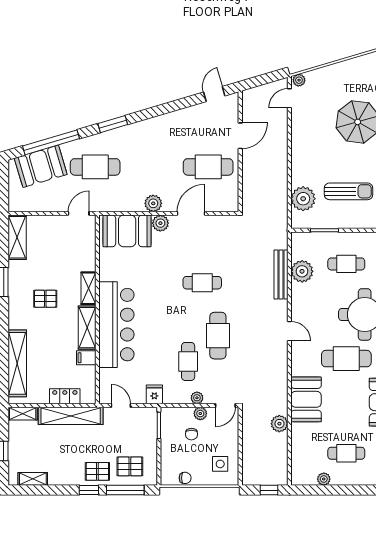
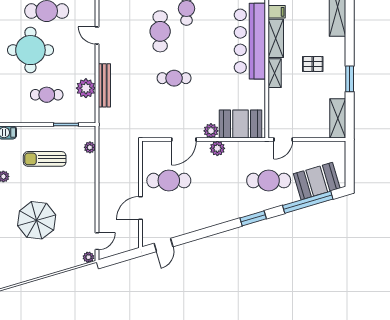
plant: (303, 199) -> (90, 147), width x0.53, depth x0.53

